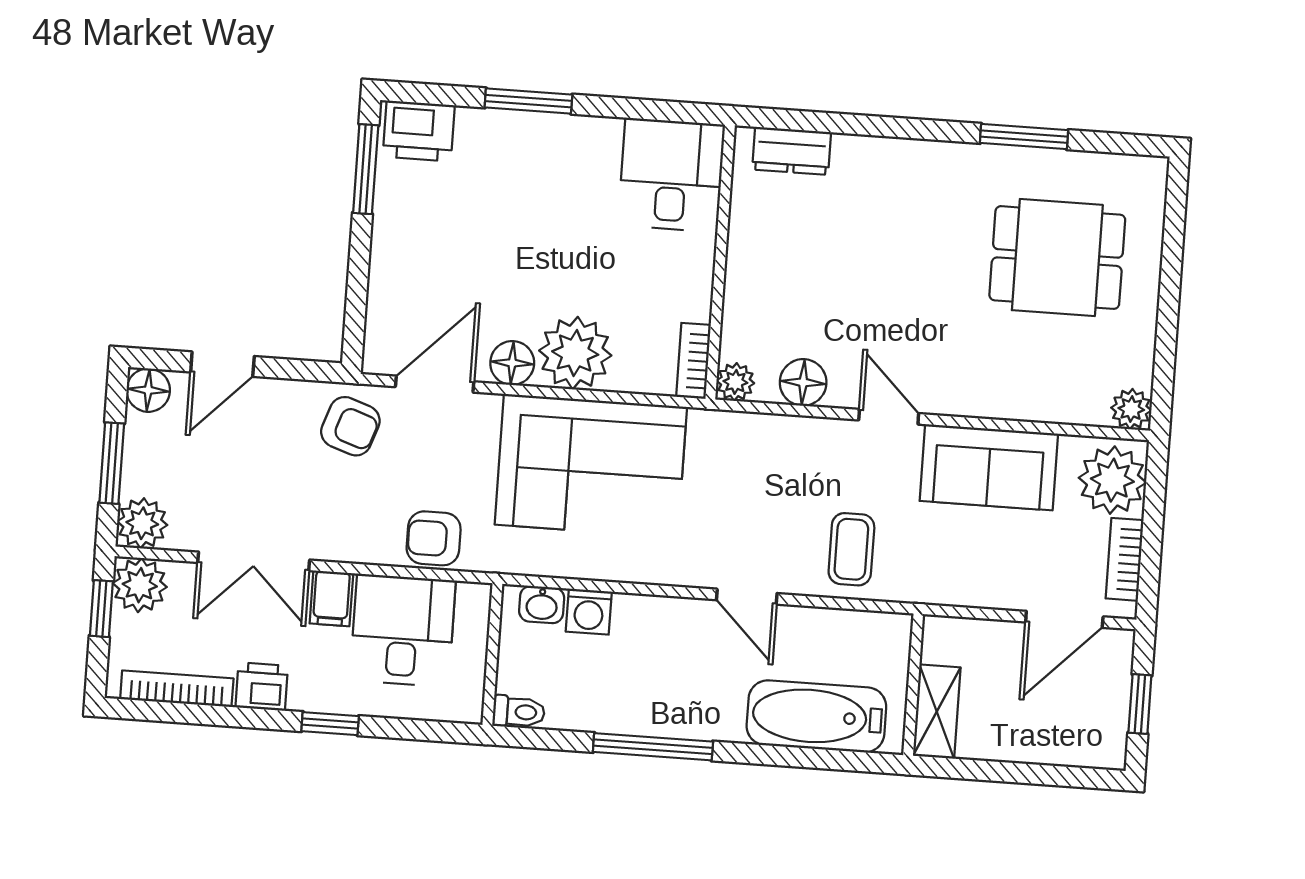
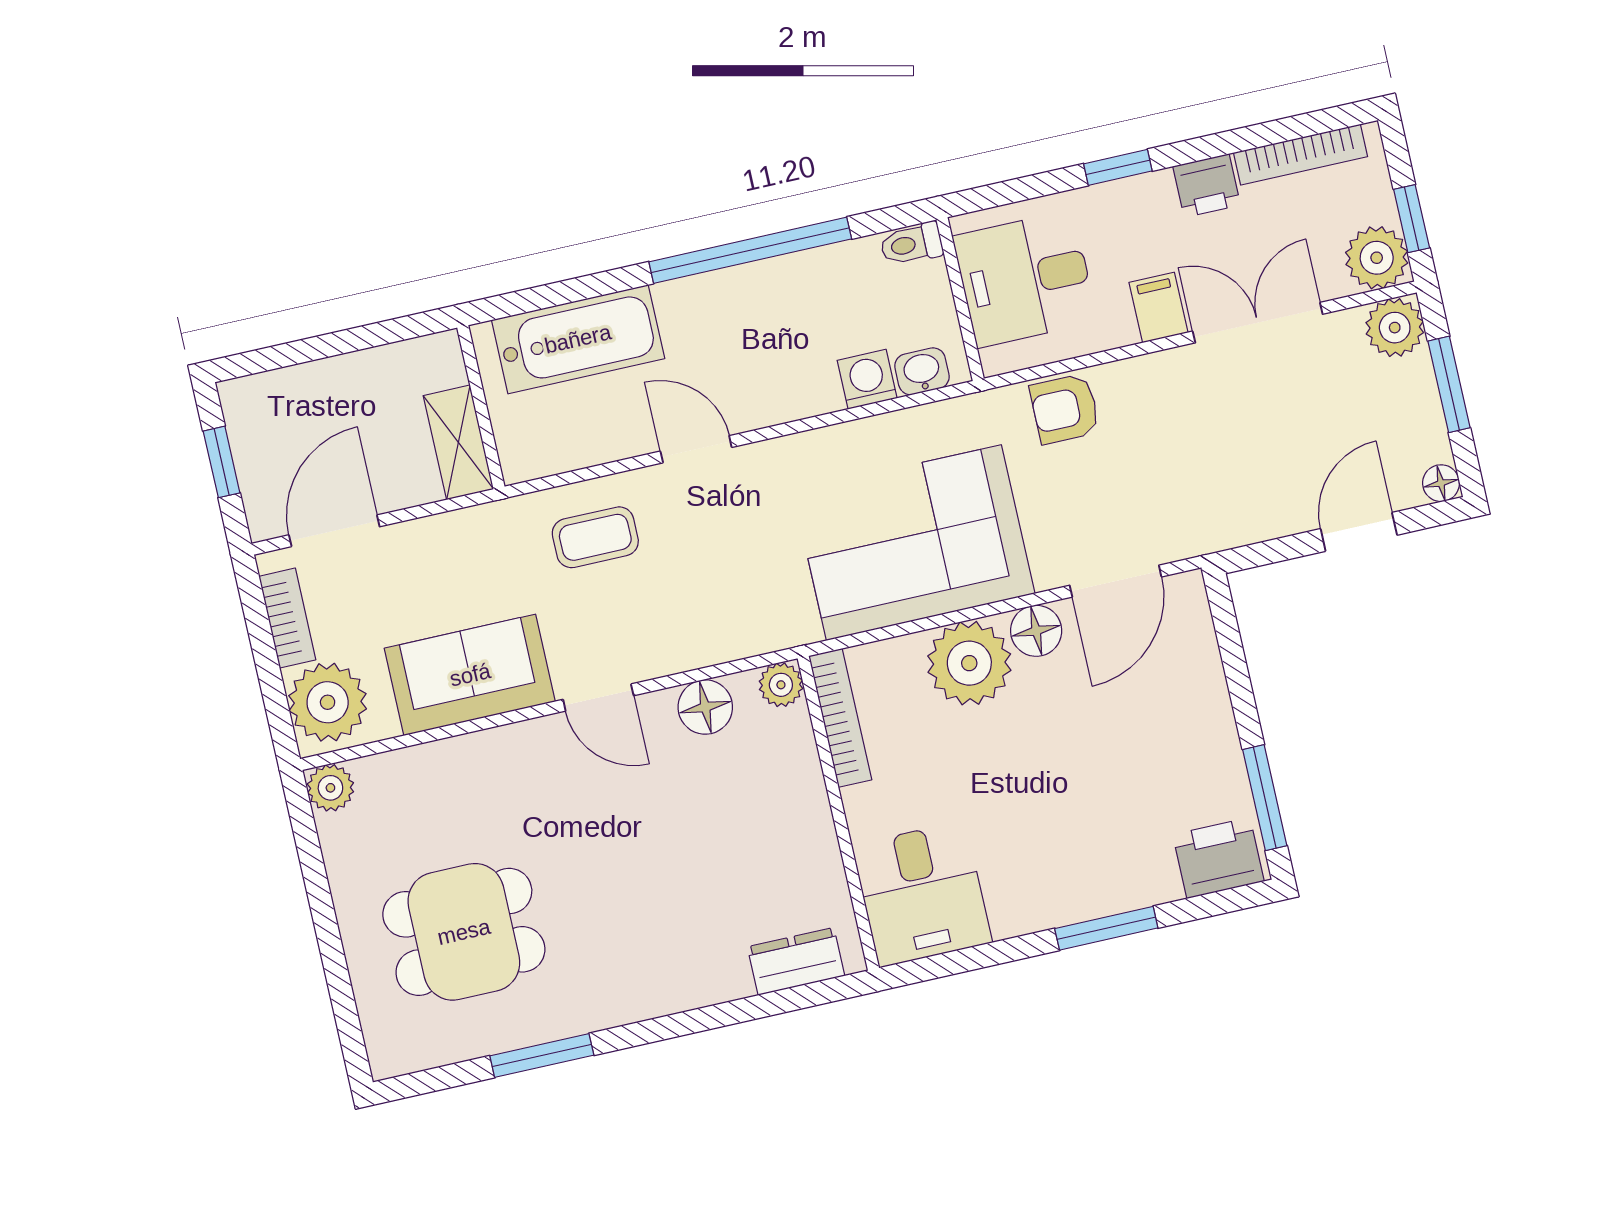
bookcase: (693, 361) -> (840, 718), width x1.56
floor lamp: (148, 390) -> (1441, 483), width x0.73, depth x0.73
armchair: (350, 426) -> (1195, 506), removed
armchair: (434, 538) -> (1065, 409), turned 180
coffee table: (851, 549) -> (595, 537), turned 90
desk: (403, 630) -> (1025, 279), moved, turned 90
shelving: (937, 712) -> (458, 442), moved
window: (653, 747) -> (750, 250), width x1.46

